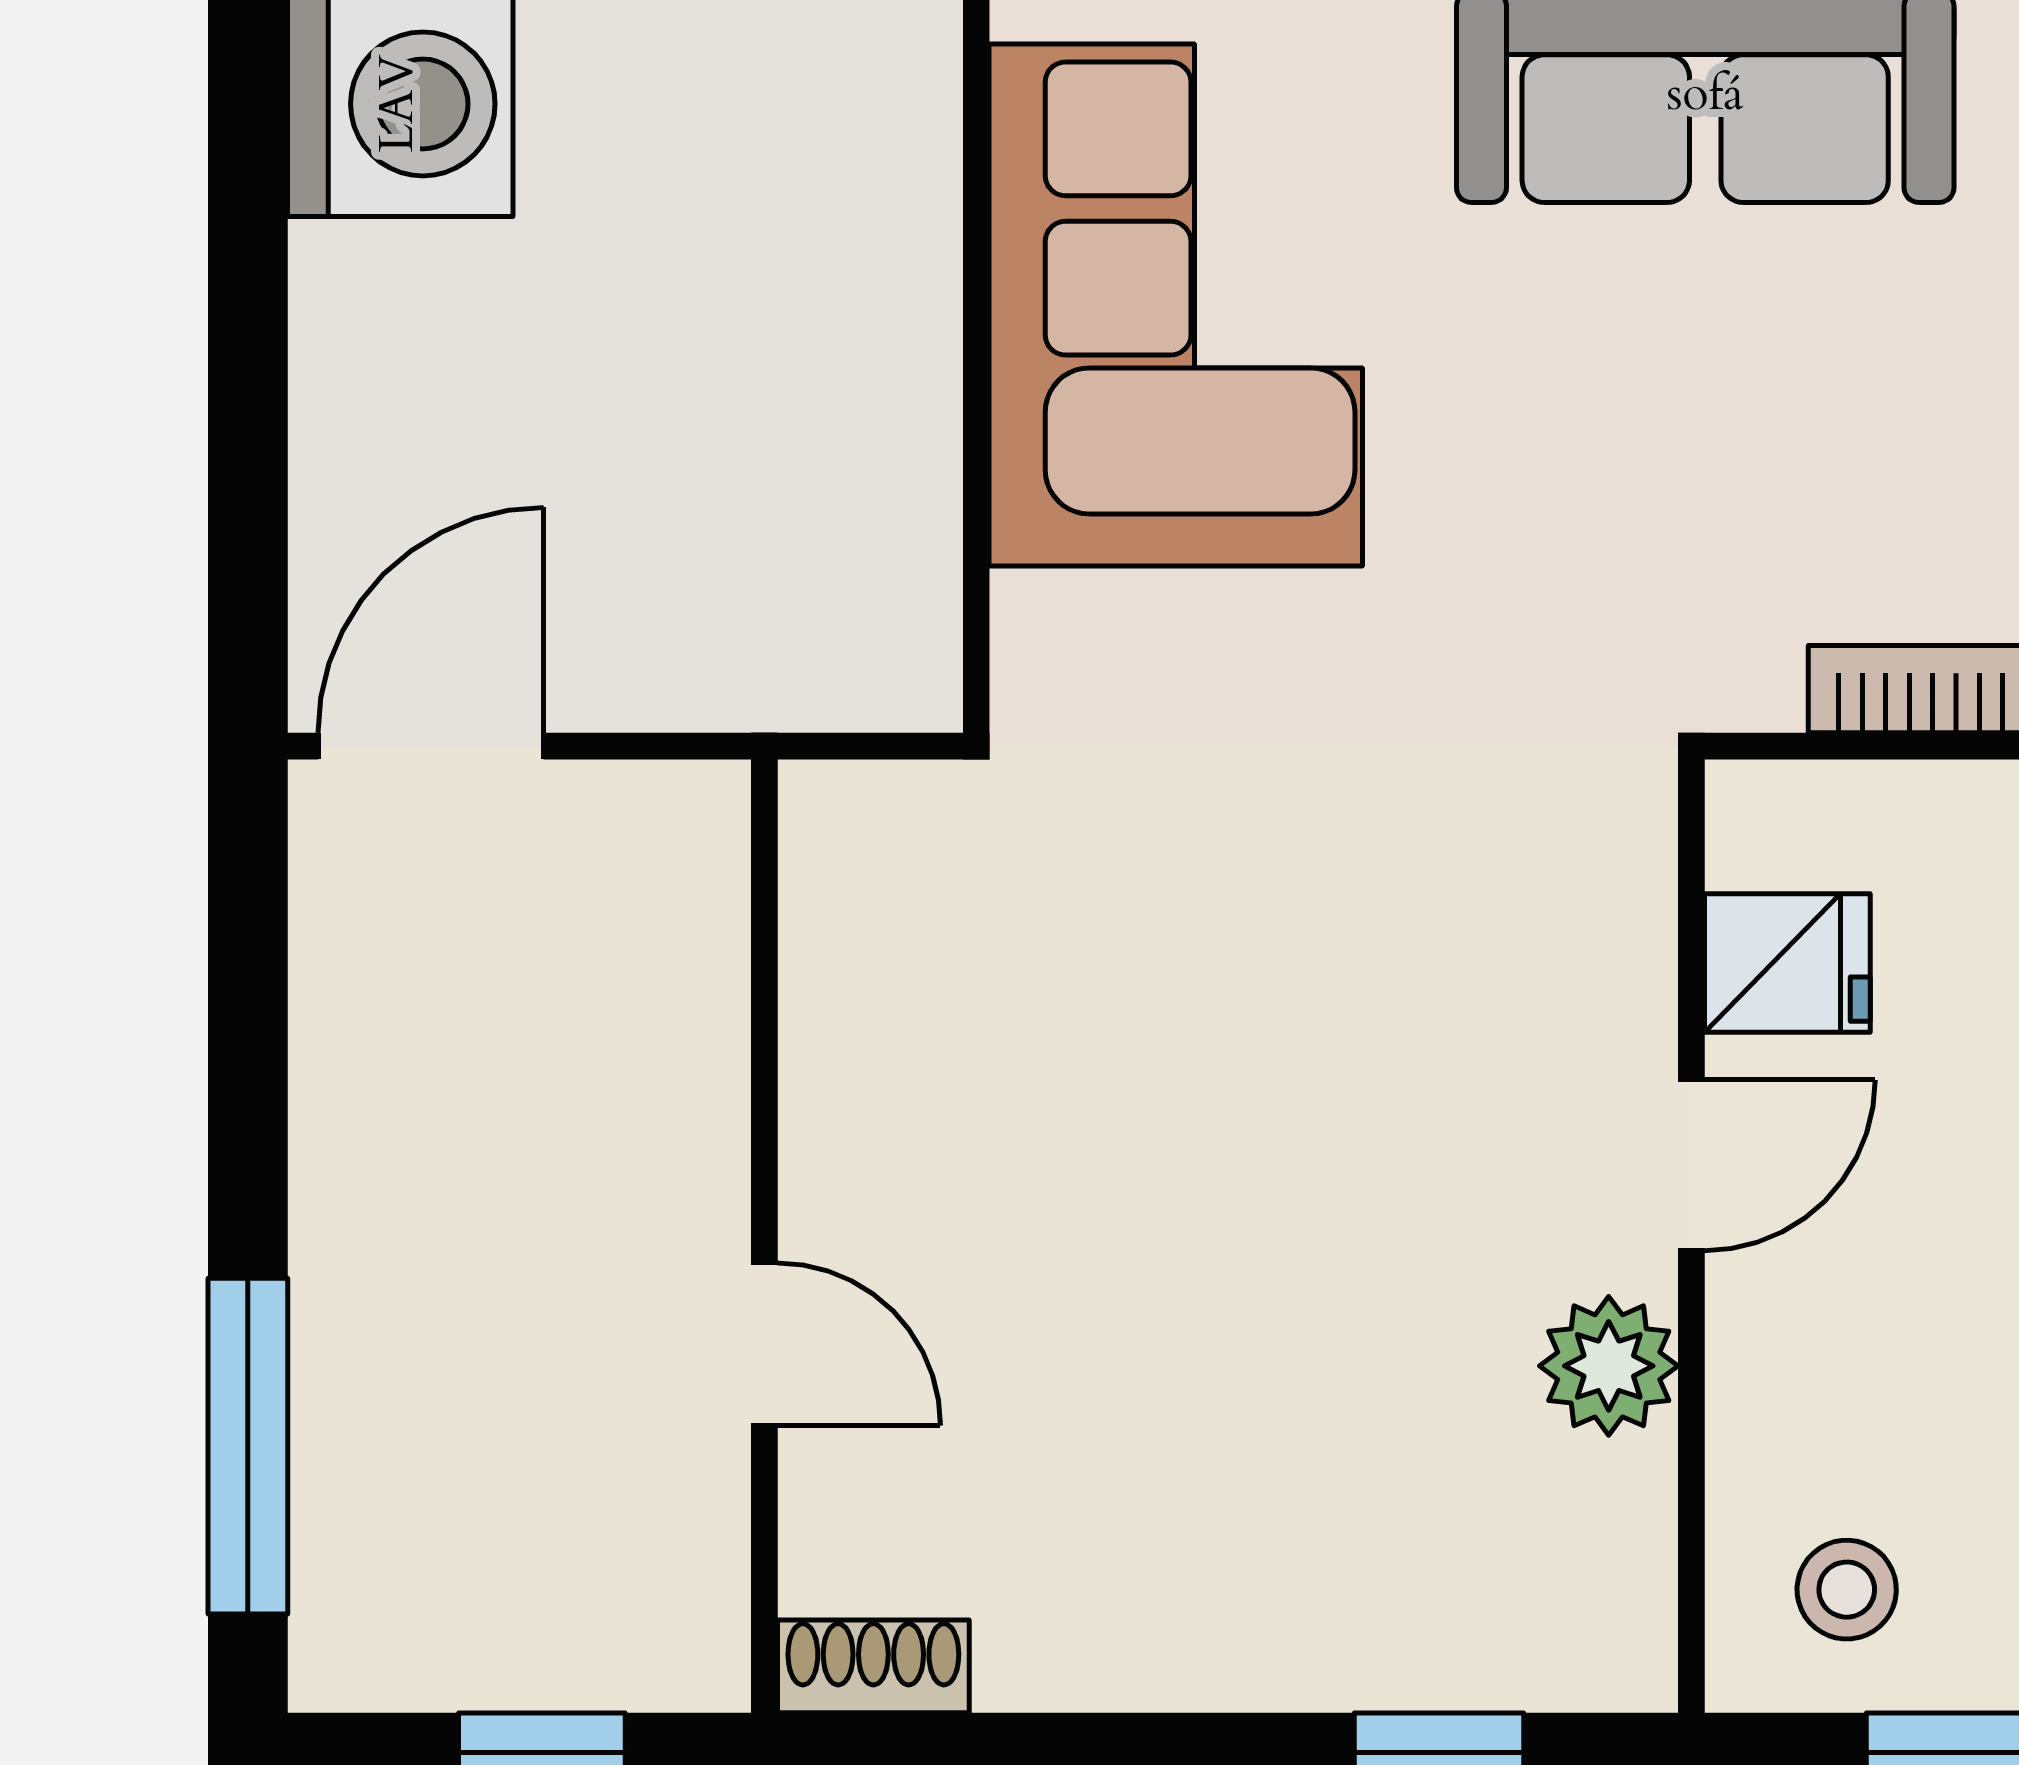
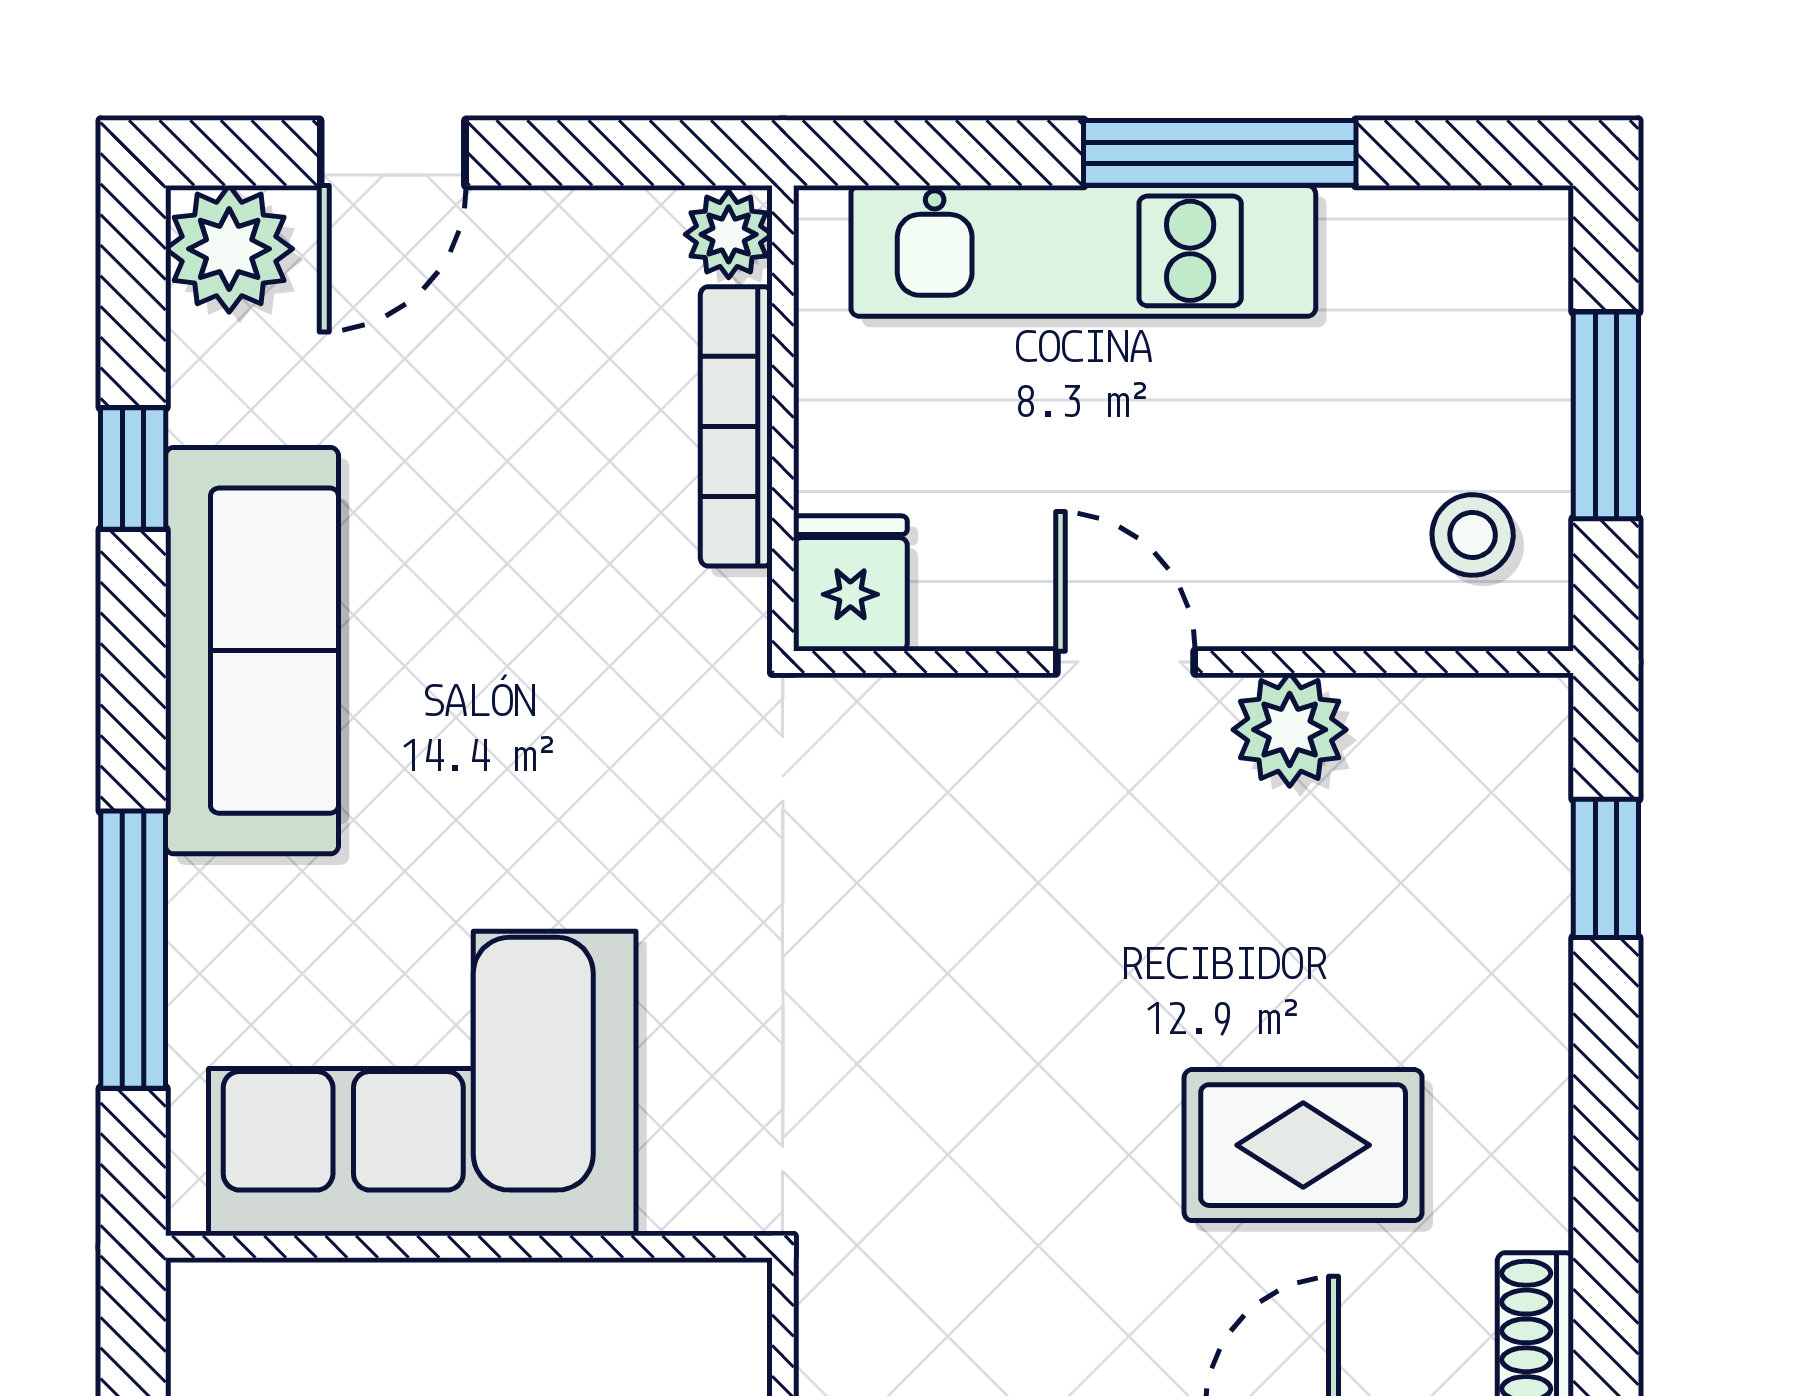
fridge: (1787, 963) -> (850, 583), moved
rug: (1101, 1382) -> (1303, 1145), added

